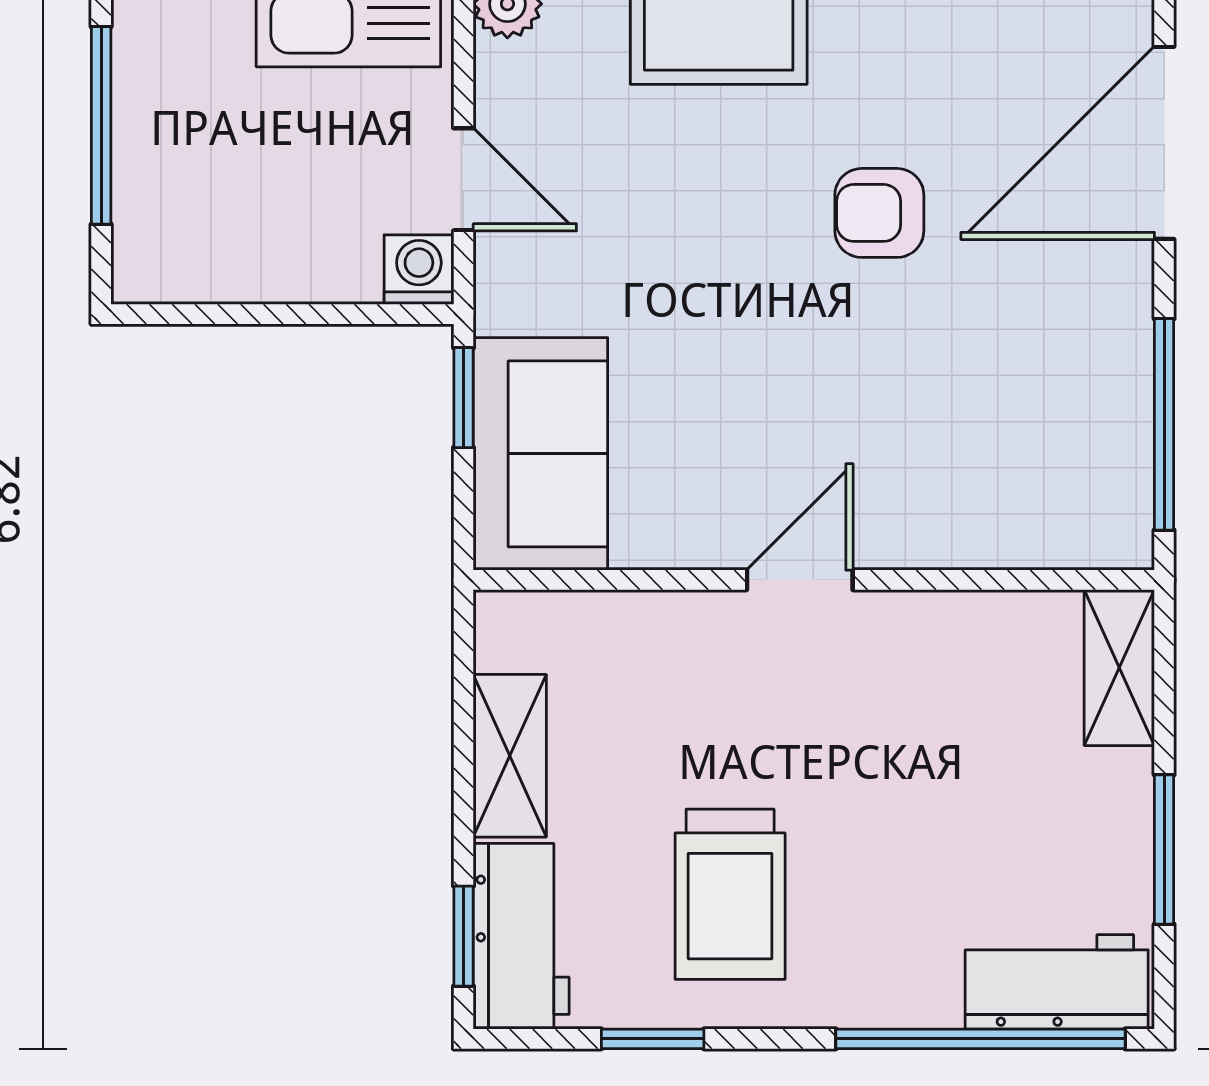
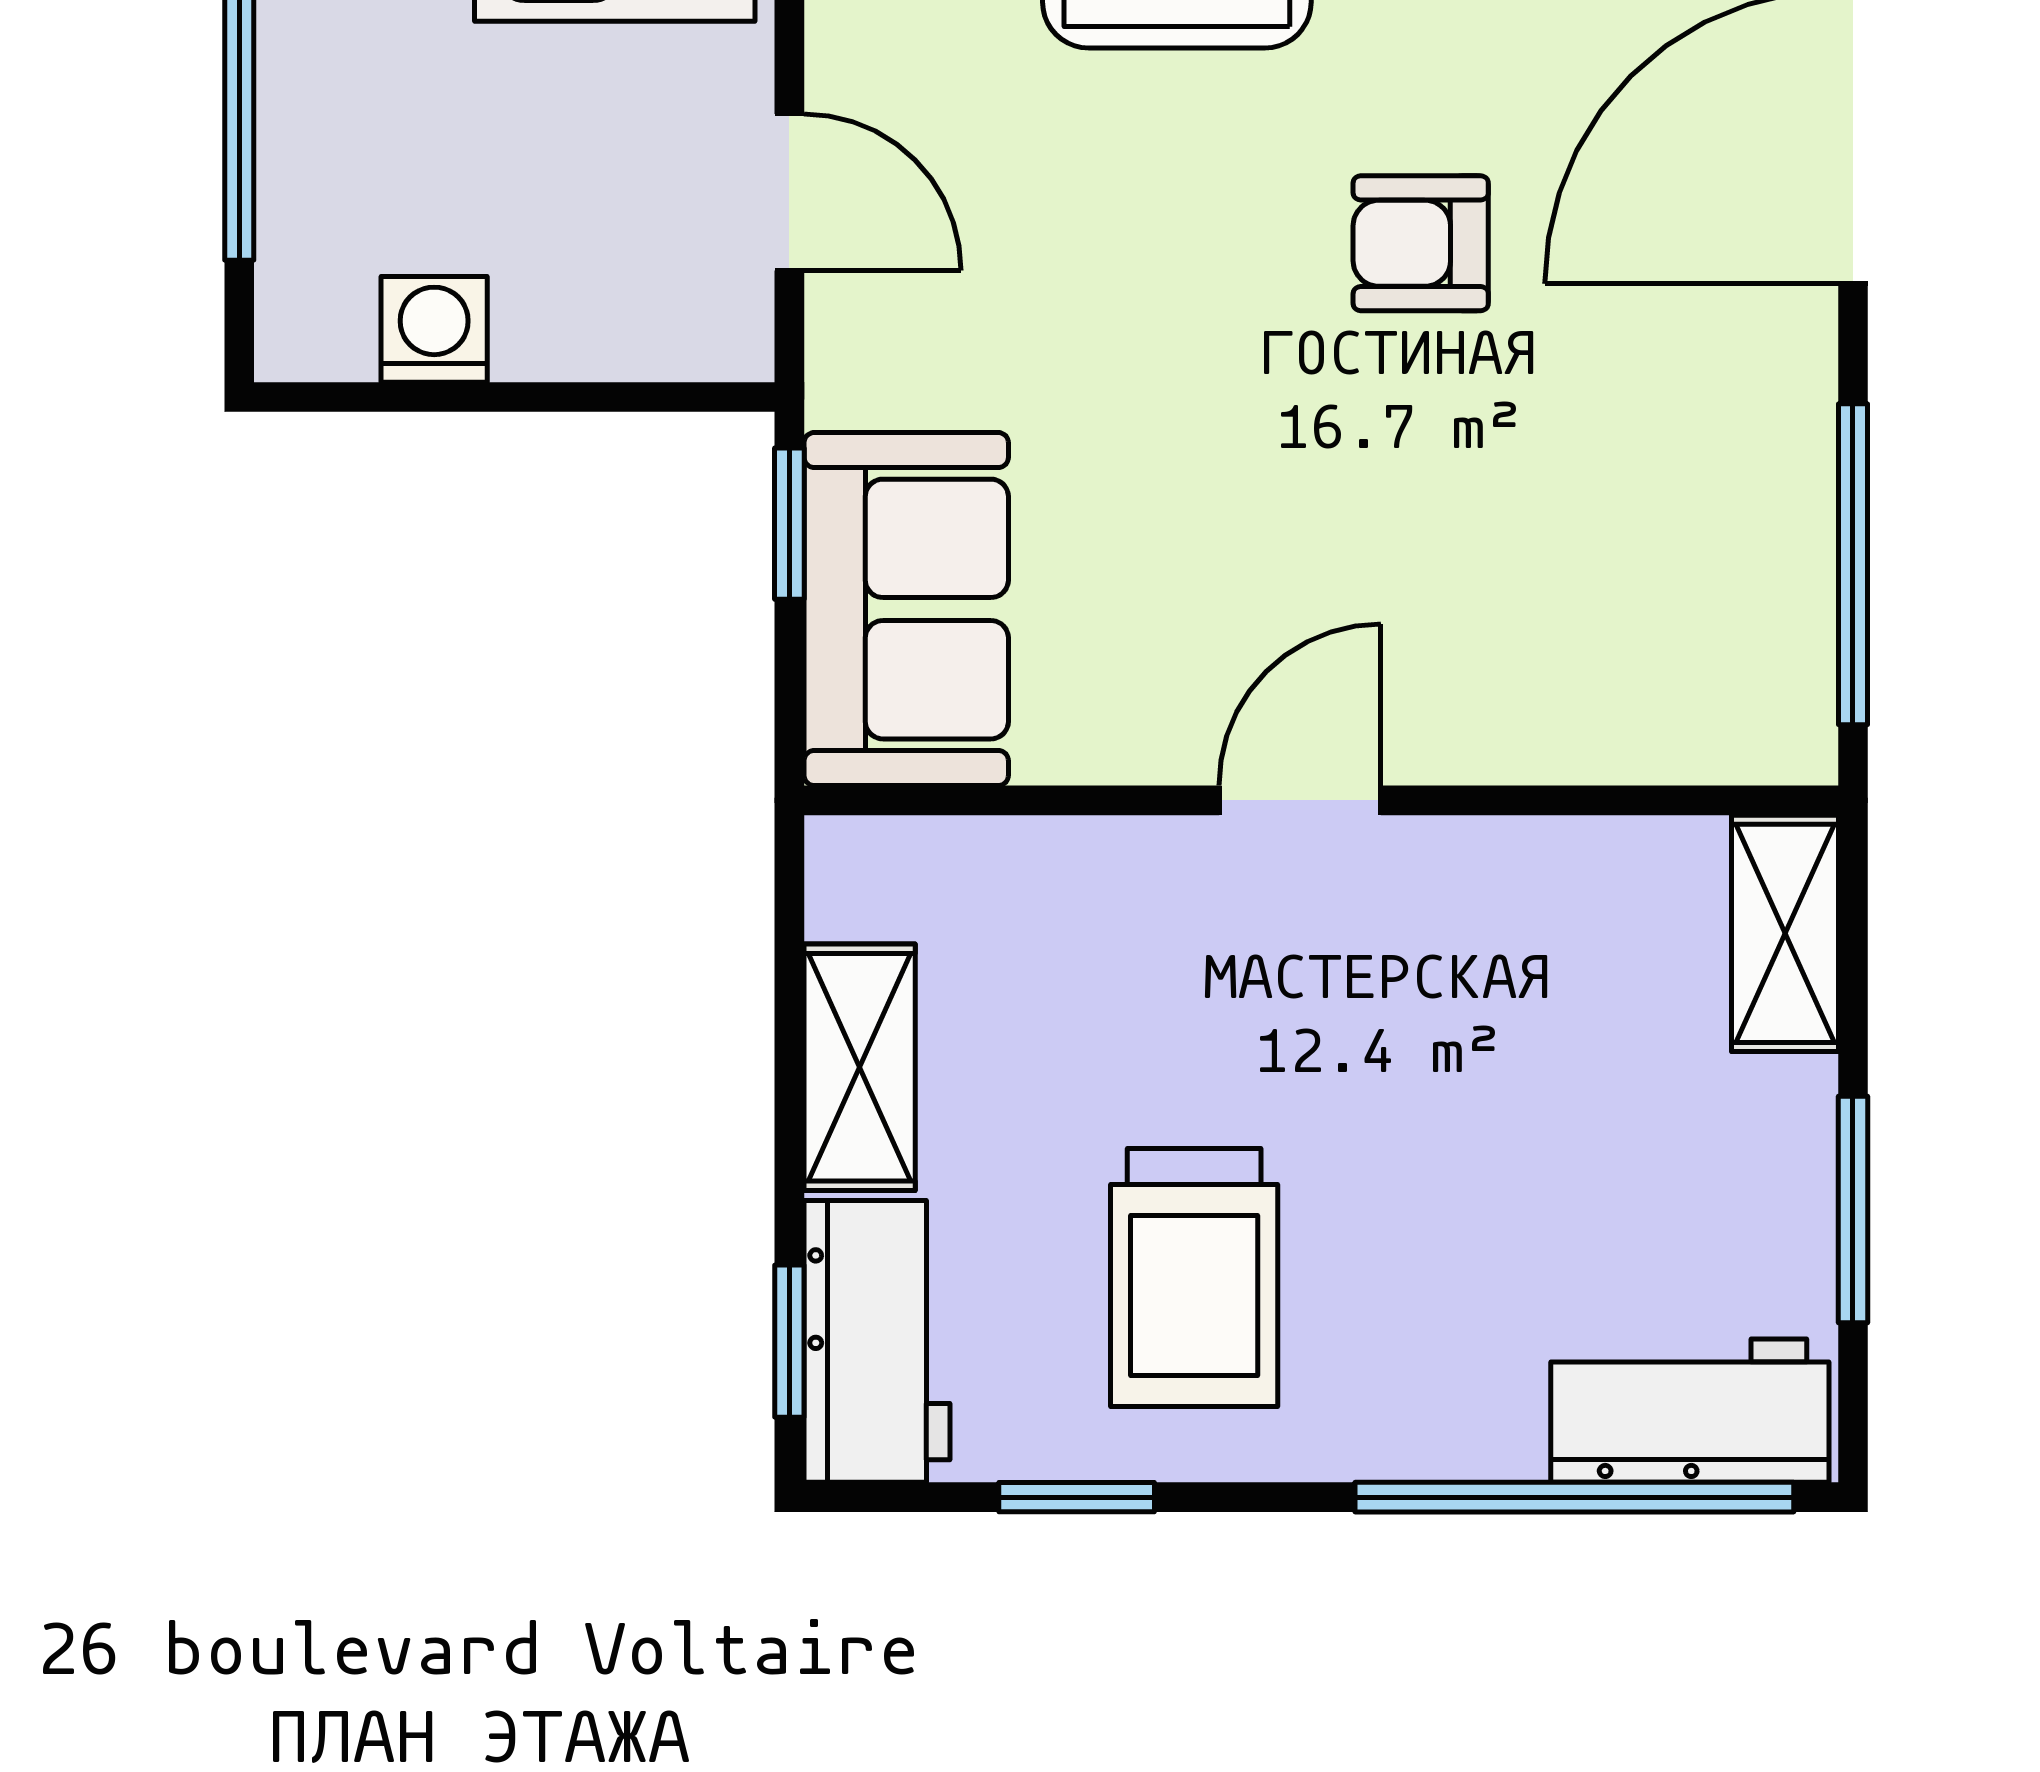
washing machine: (419, 270) -> (434, 329), moved

